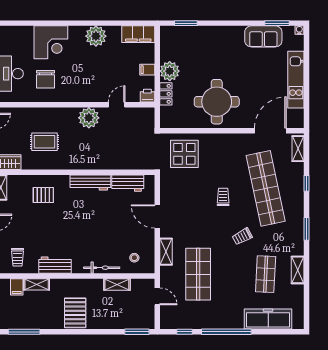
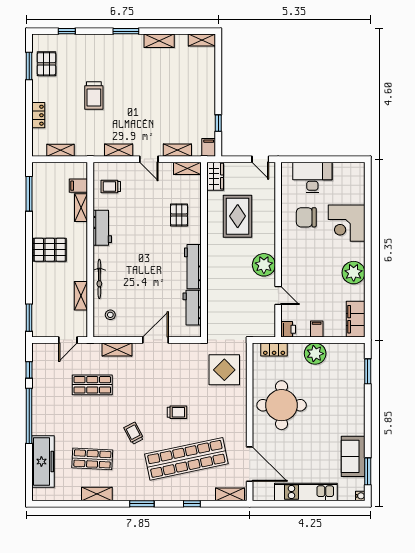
locker: (166, 94) -> (274, 349), moved
rug: (44, 142) -> (238, 216), width x1.36, depth x1.43
shop shelf: (198, 274) -> (92, 385), width x0.70, depth x0.74

